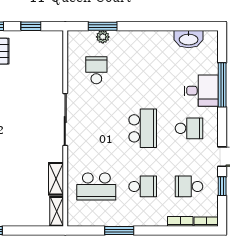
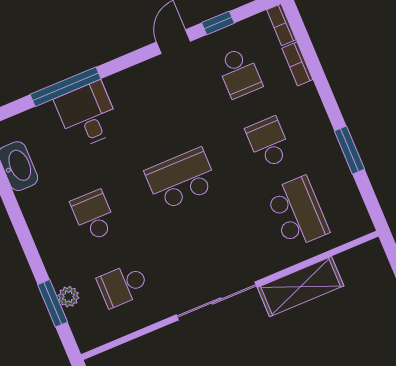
school desk: (189, 128) -> (94, 216), moved
shelving: (56, 179) -> (301, 287), width x1.50, depth x1.33
shelving: (57, 211) -> (360, 256), removed

